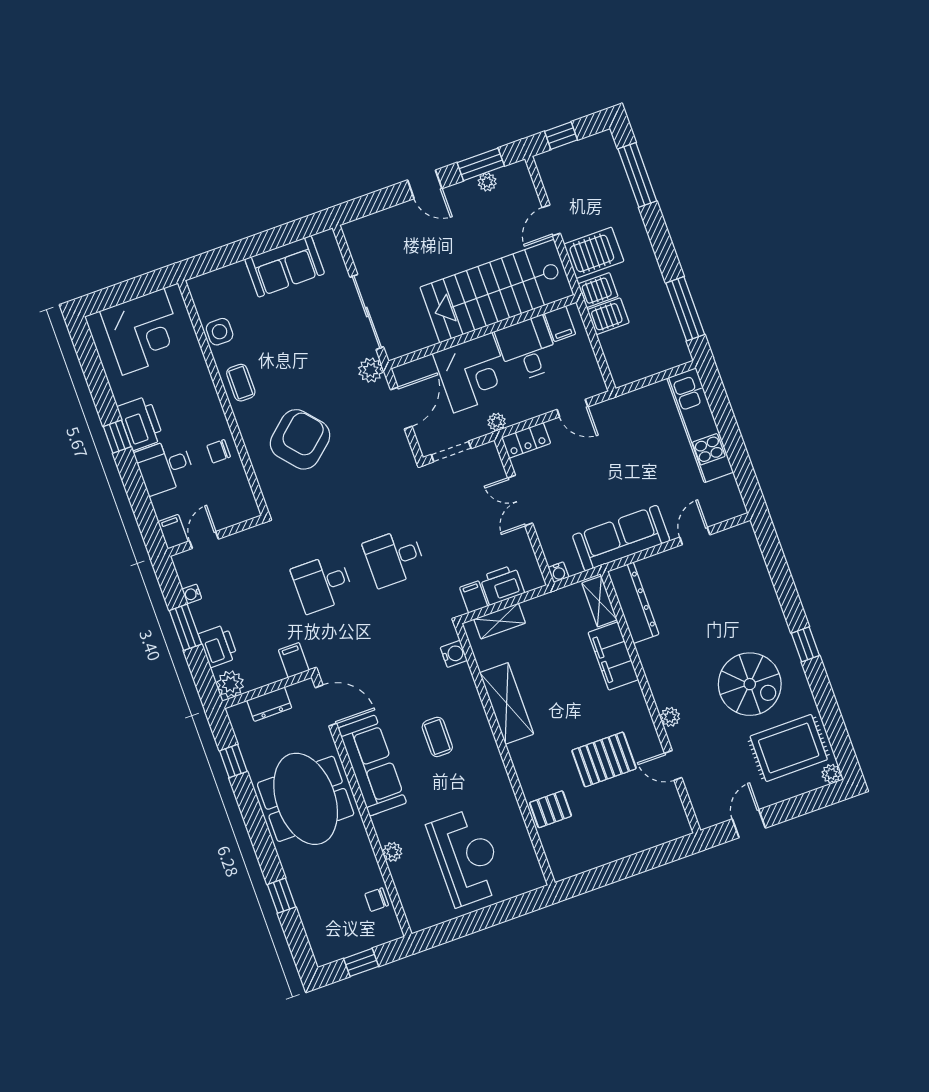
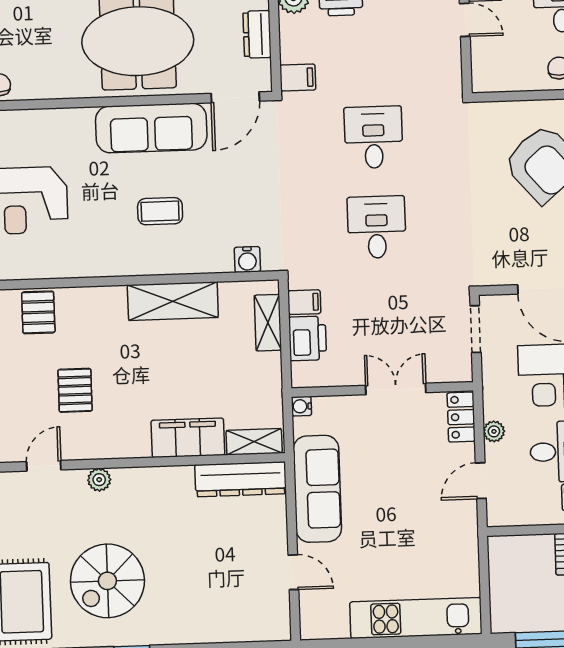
plant: (497, 422) -> (494, 431), moved
pallet: (604, 759) -> (75, 390), width x0.67, depth x0.71
plant: (392, 852) -> (47, 120), removed

